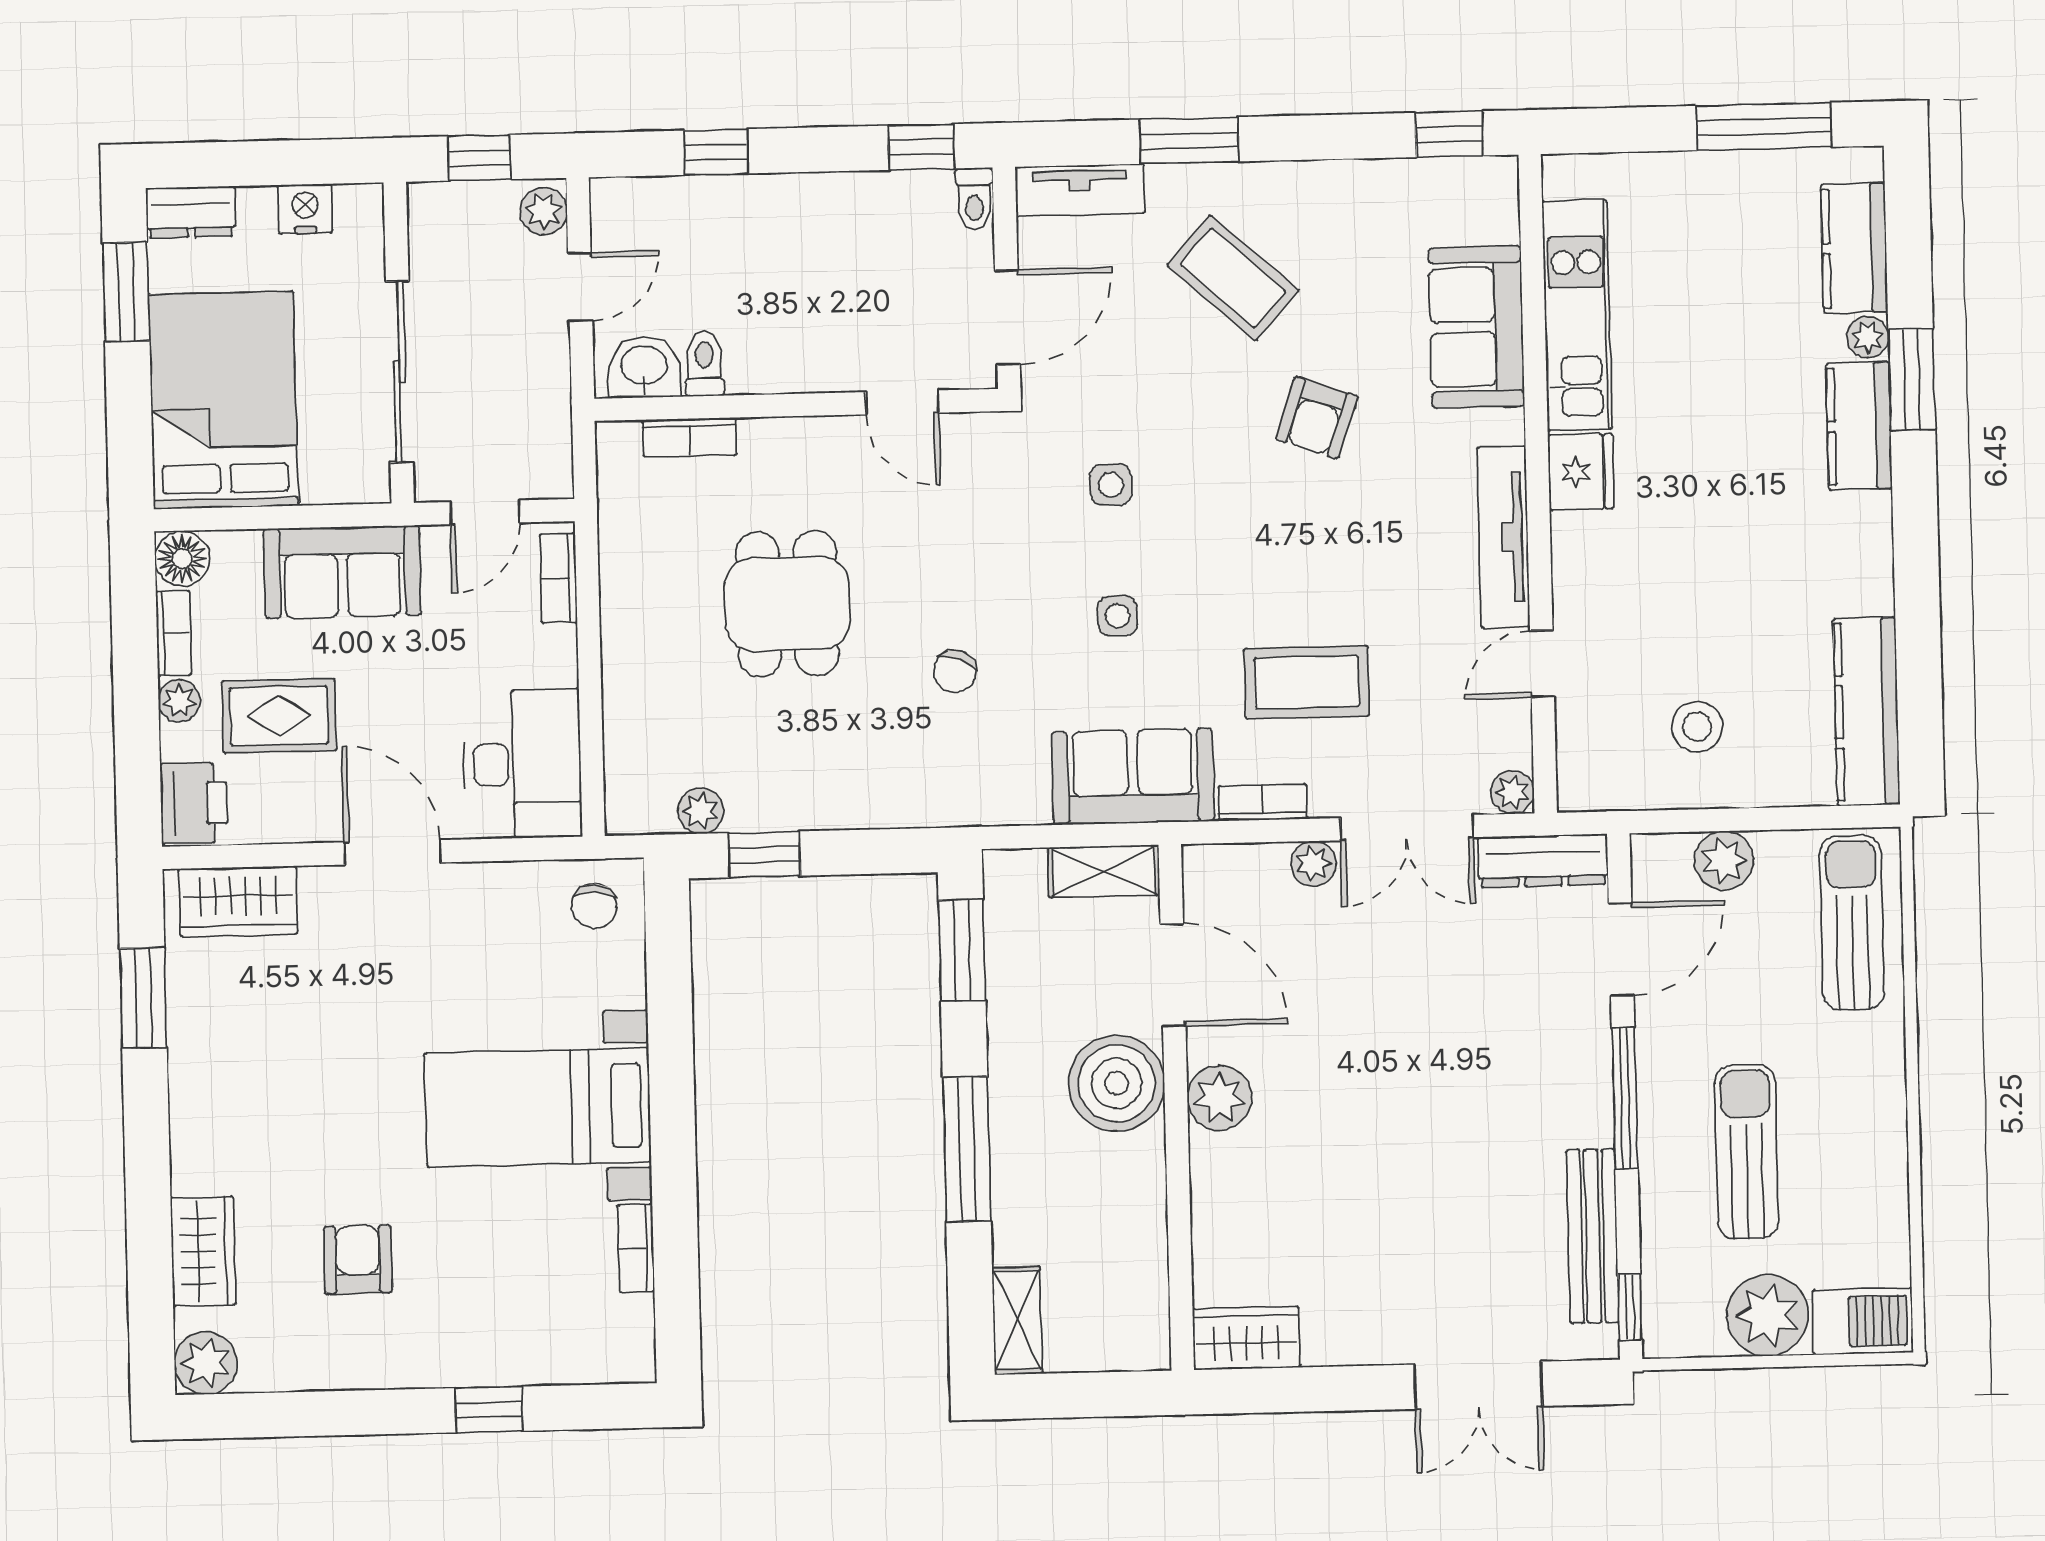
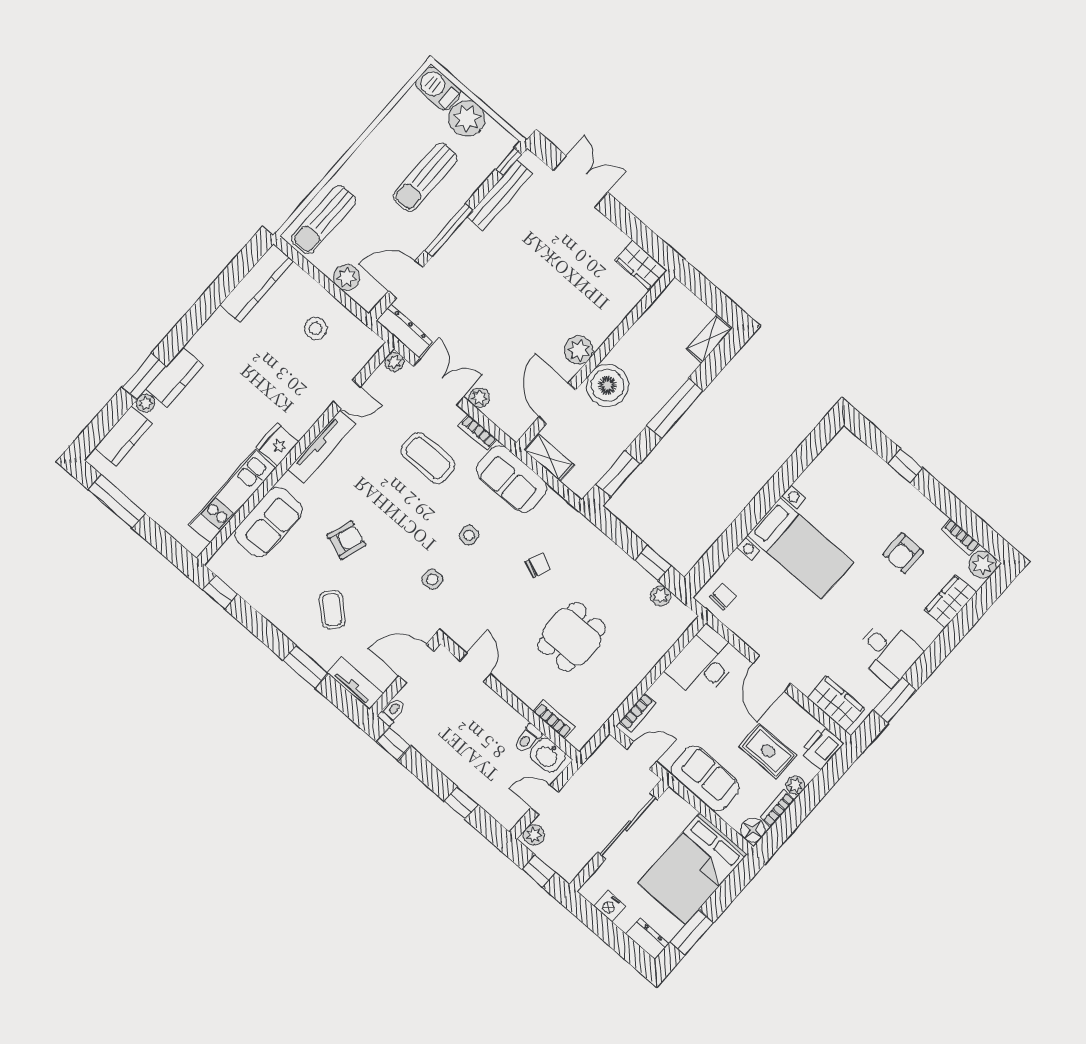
coffee table: (1233, 278) -> (332, 610), width x0.73, depth x0.77
desk: (230, 1069) -> (888, 652), added
bookcase: (636, 1248) -> (960, 537), moved, turned 90

